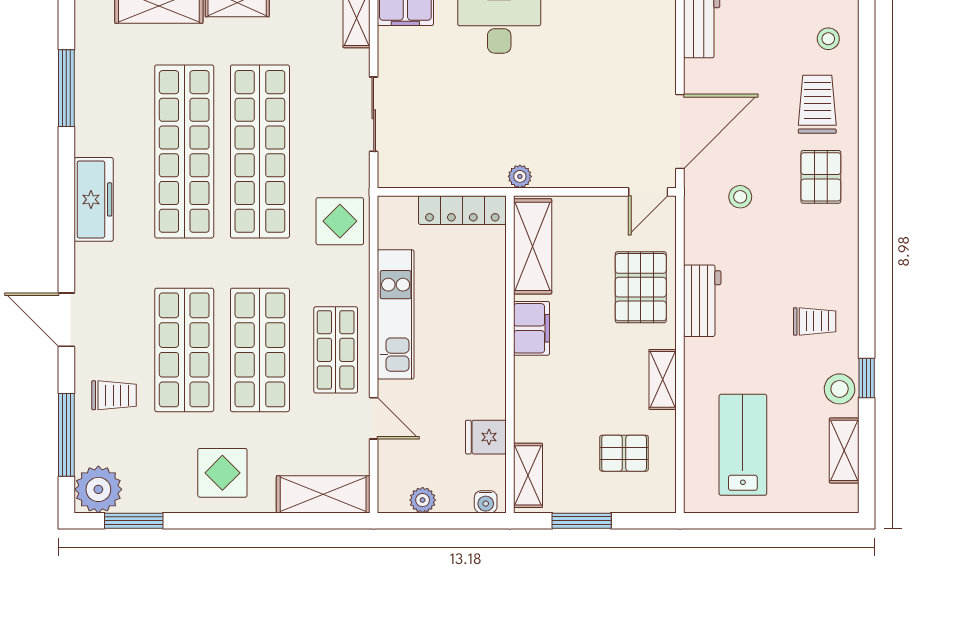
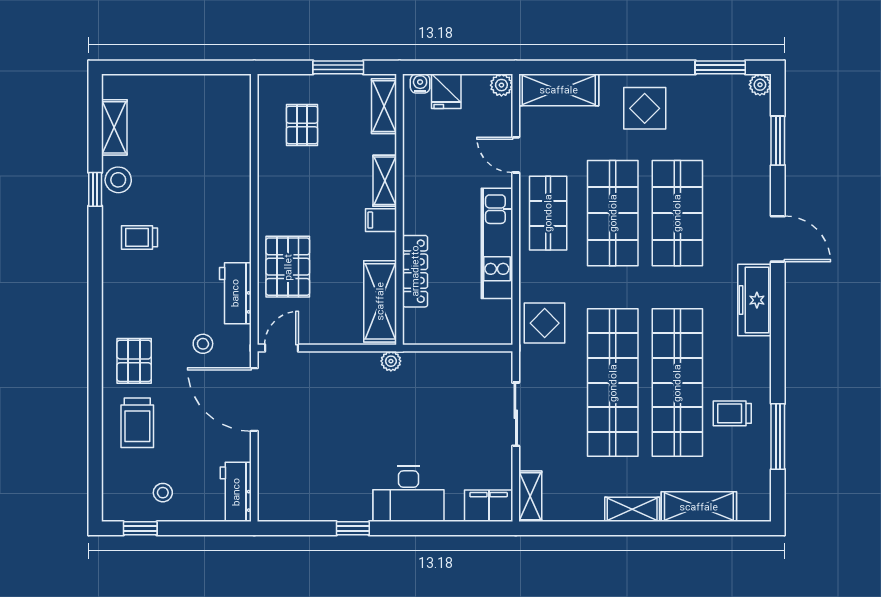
stool: (828, 39) -> (163, 493), moved
door: (680, 132) -> (254, 400), hinge flipped
freezer: (94, 199) -> (755, 300), moved
locker: (462, 210) -> (415, 271), moved, turned 90
workbench: (702, 301) -> (235, 293), moved
filing cabinet: (531, 328) -> (381, 220), width x0.50
shelving: (663, 379) -> (385, 181), moved
trolley: (114, 395) -> (732, 413), moved
window: (66, 435) -> (778, 141), width x0.69
fridge: (486, 437) -> (446, 91), moved, turned 90
lab bench: (743, 445) -> (201, 132), removed
pallet: (624, 453) -> (302, 125), turned 90
plant: (98, 489) -> (760, 85), width x0.53, depth x0.53
plant: (423, 500) -> (501, 85), moved

